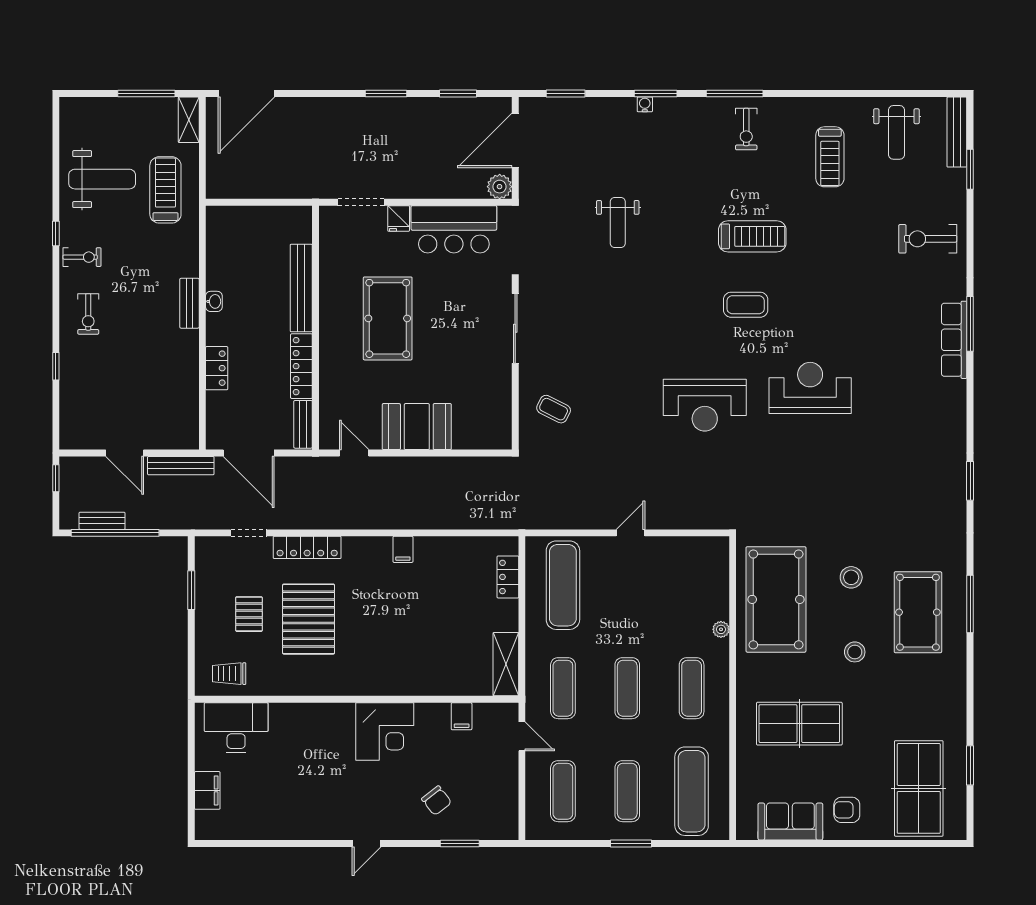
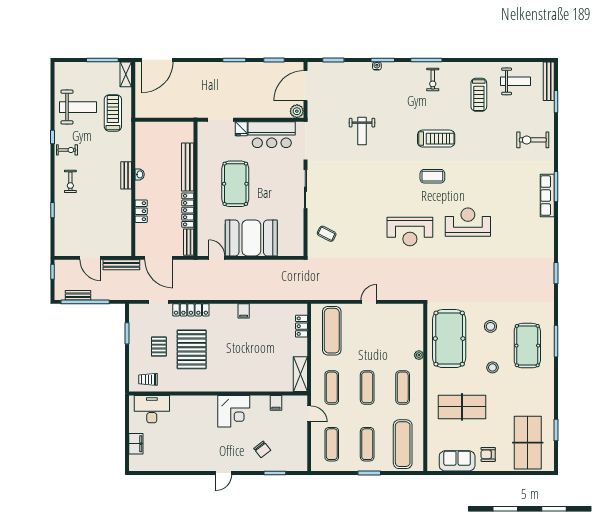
weight bench: (896, 132) -> (515, 81), turned -90
booth: (417, 427) -> (251, 238), width x1.36, depth x1.42

